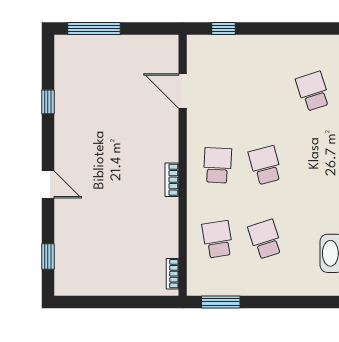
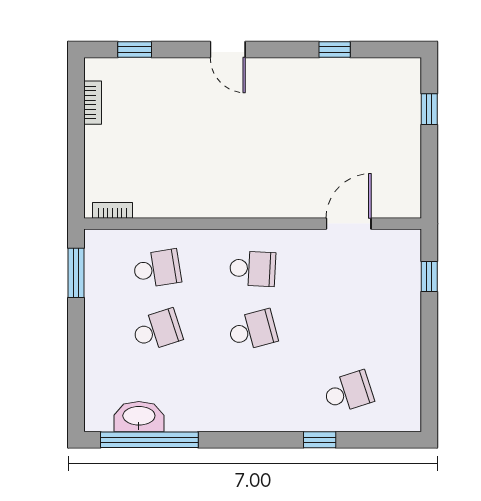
window: (94, 29) -> (429, 109), width x0.46
bookcase: (172, 180) -> (93, 103), moved, turned 90
door: (48, 185) -> (228, 50), hinge flipped

